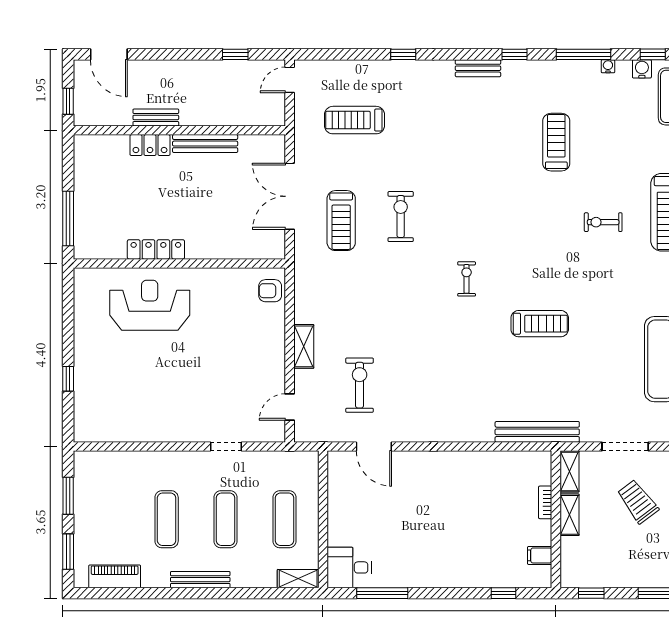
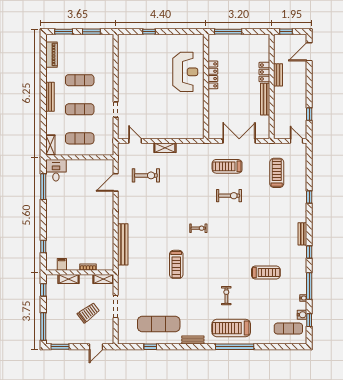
armchair: (270, 291) -> (192, 131), removed
bench: (537, 432) -> (123, 244), moved
shelving: (569, 515) -> (69, 279), moved

